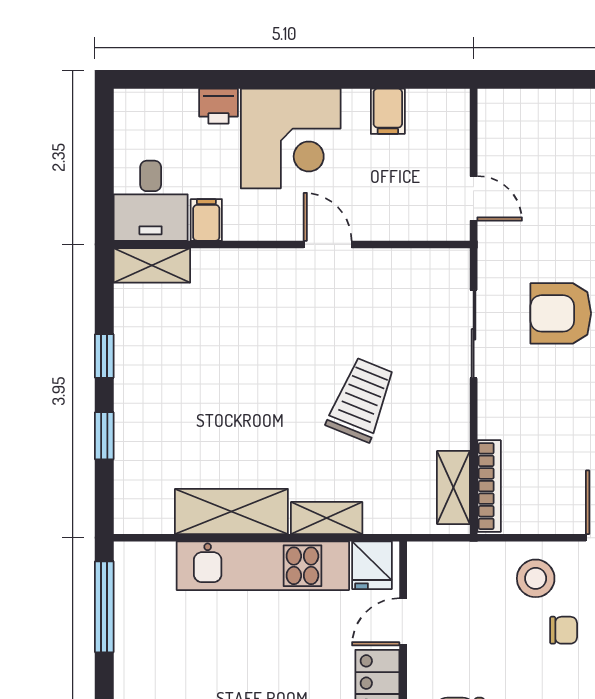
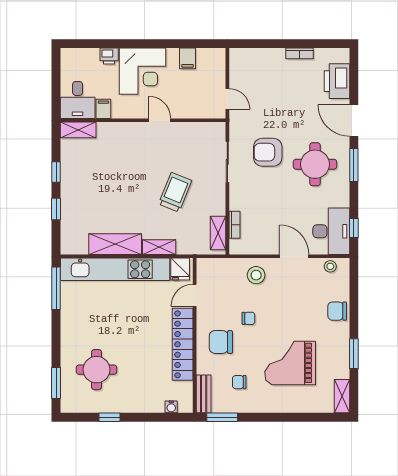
bookcase: (489, 486) -> (234, 225), width x0.64
kitchen unit: (263, 566) -> (115, 269), width x1.36
chair: (564, 630) -> (248, 318), moved

